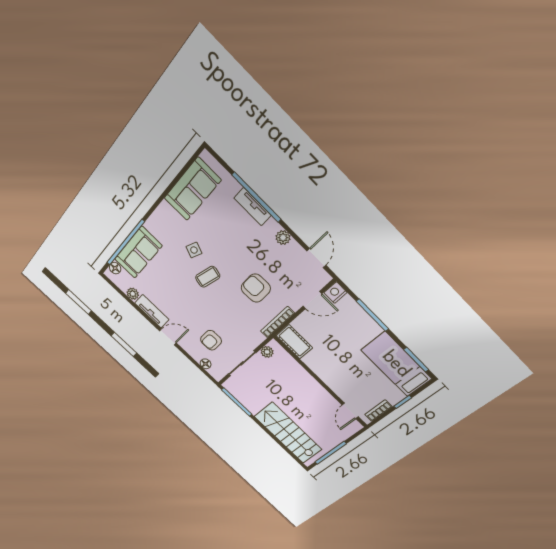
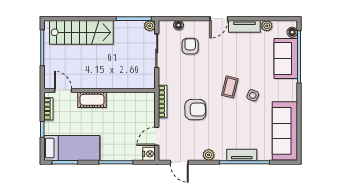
sofa: (192, 189) -> (285, 131), width x1.36
cot: (294, 342) -> (92, 100), moved
plant: (267, 352) -> (150, 26), moved

